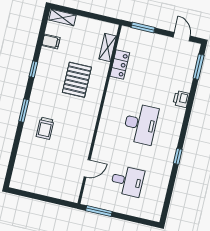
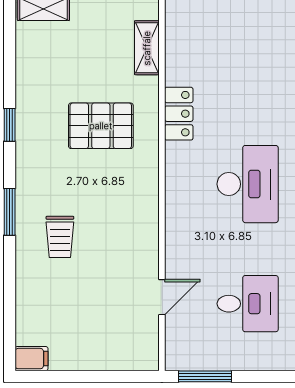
filing cabinet: (51, 42) -> (32, 359), moved
locker: (120, 64) -> (179, 114), moved
pallet: (77, 80) -> (101, 126), turned 90

